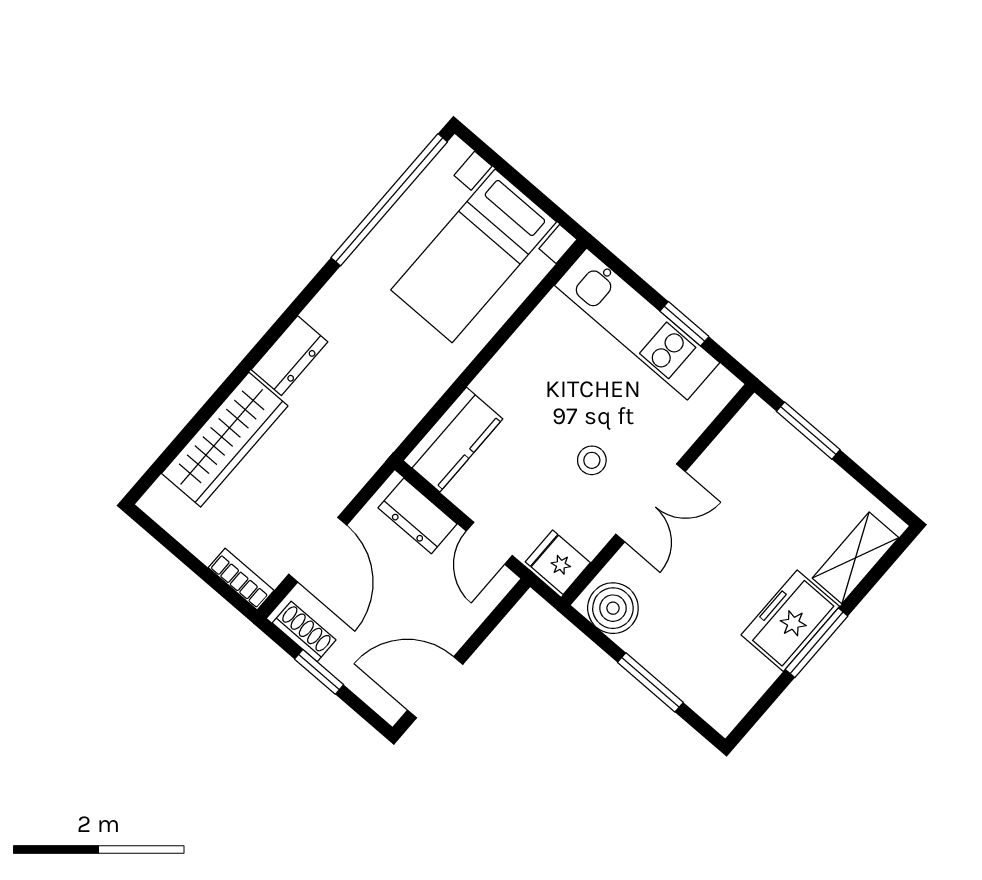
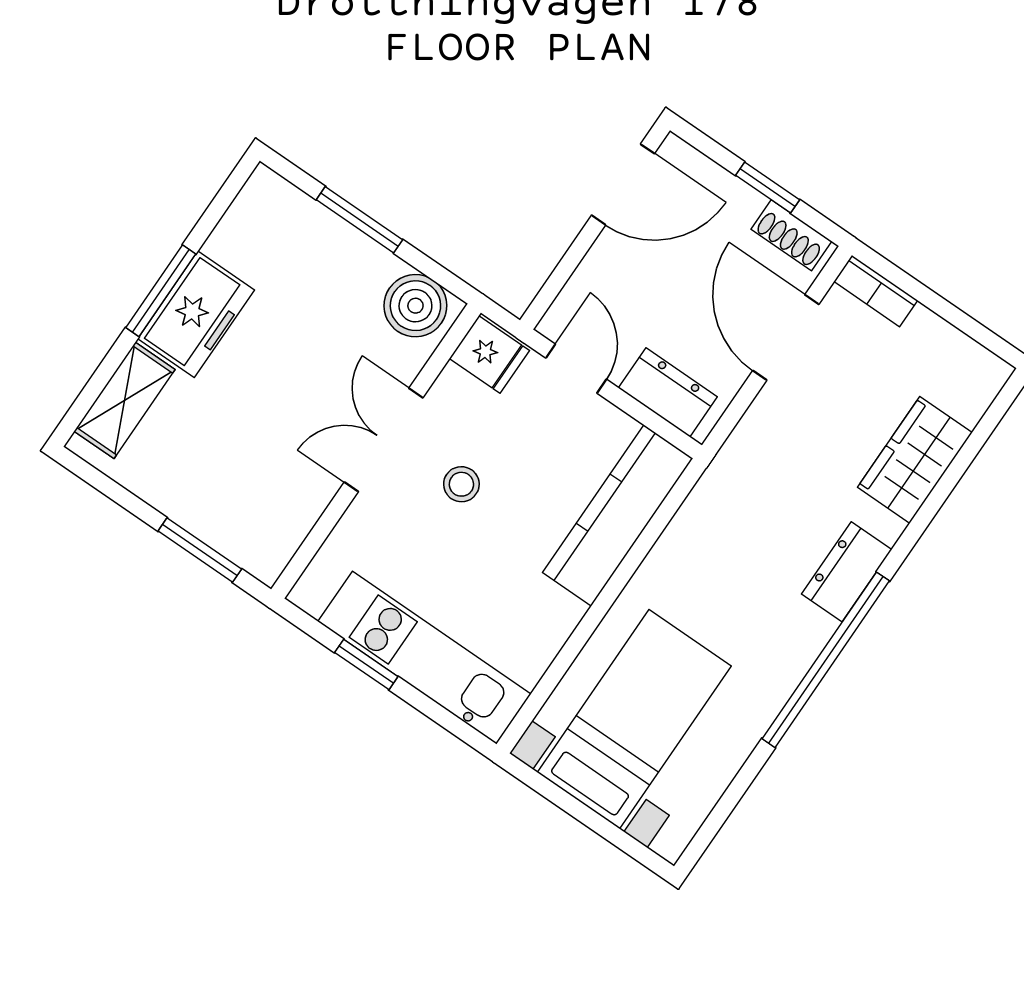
window: (389, 200) -> (826, 660), moved
wardrobe: (225, 440) -> (915, 460), width x0.67
kitchen counter: (453, 440) -> (618, 515), width x1.50

